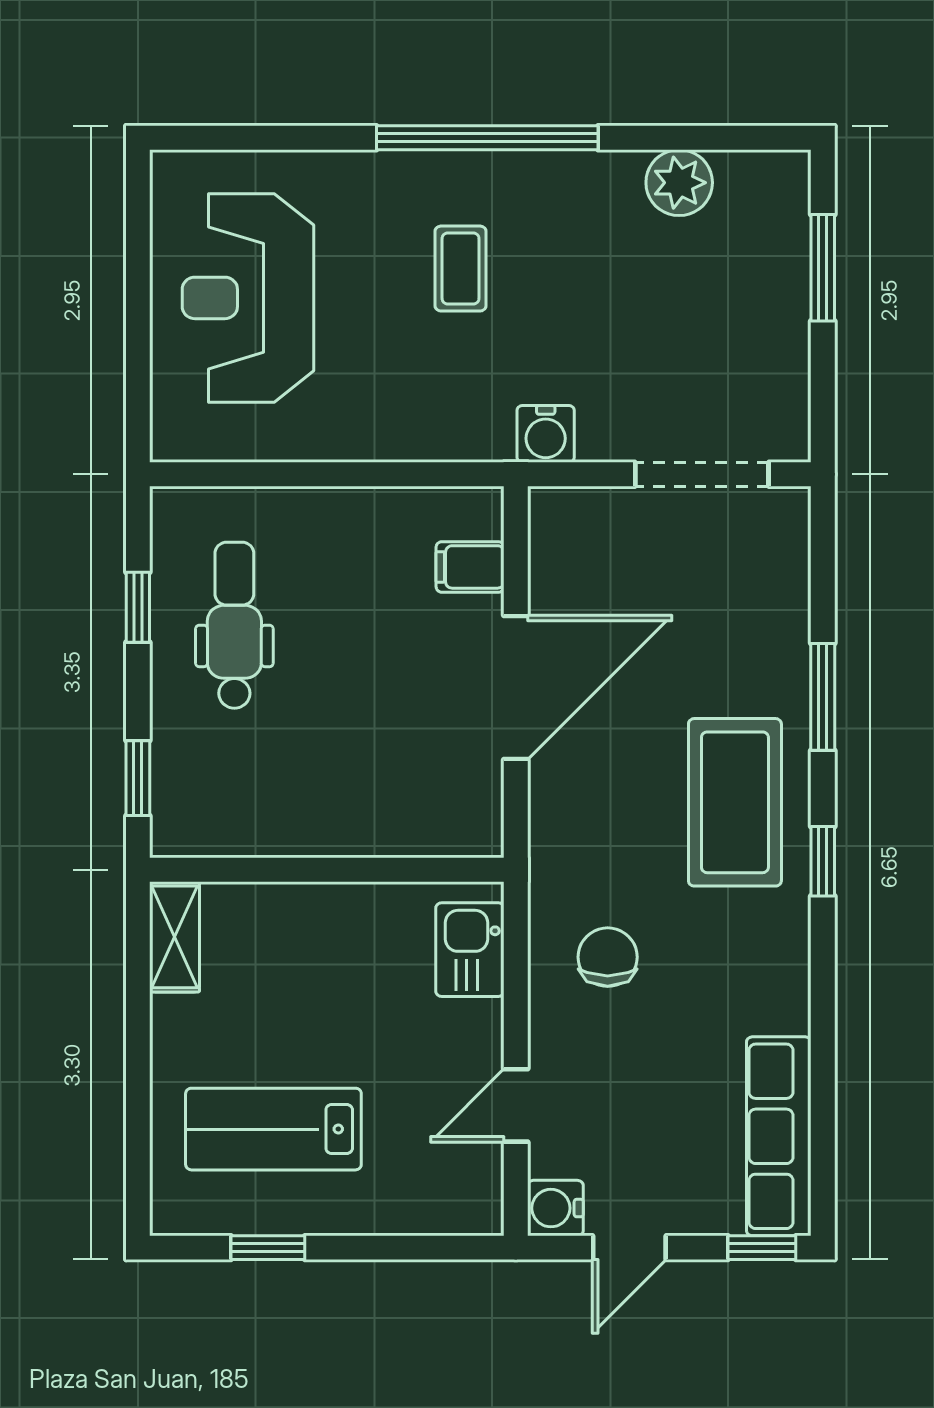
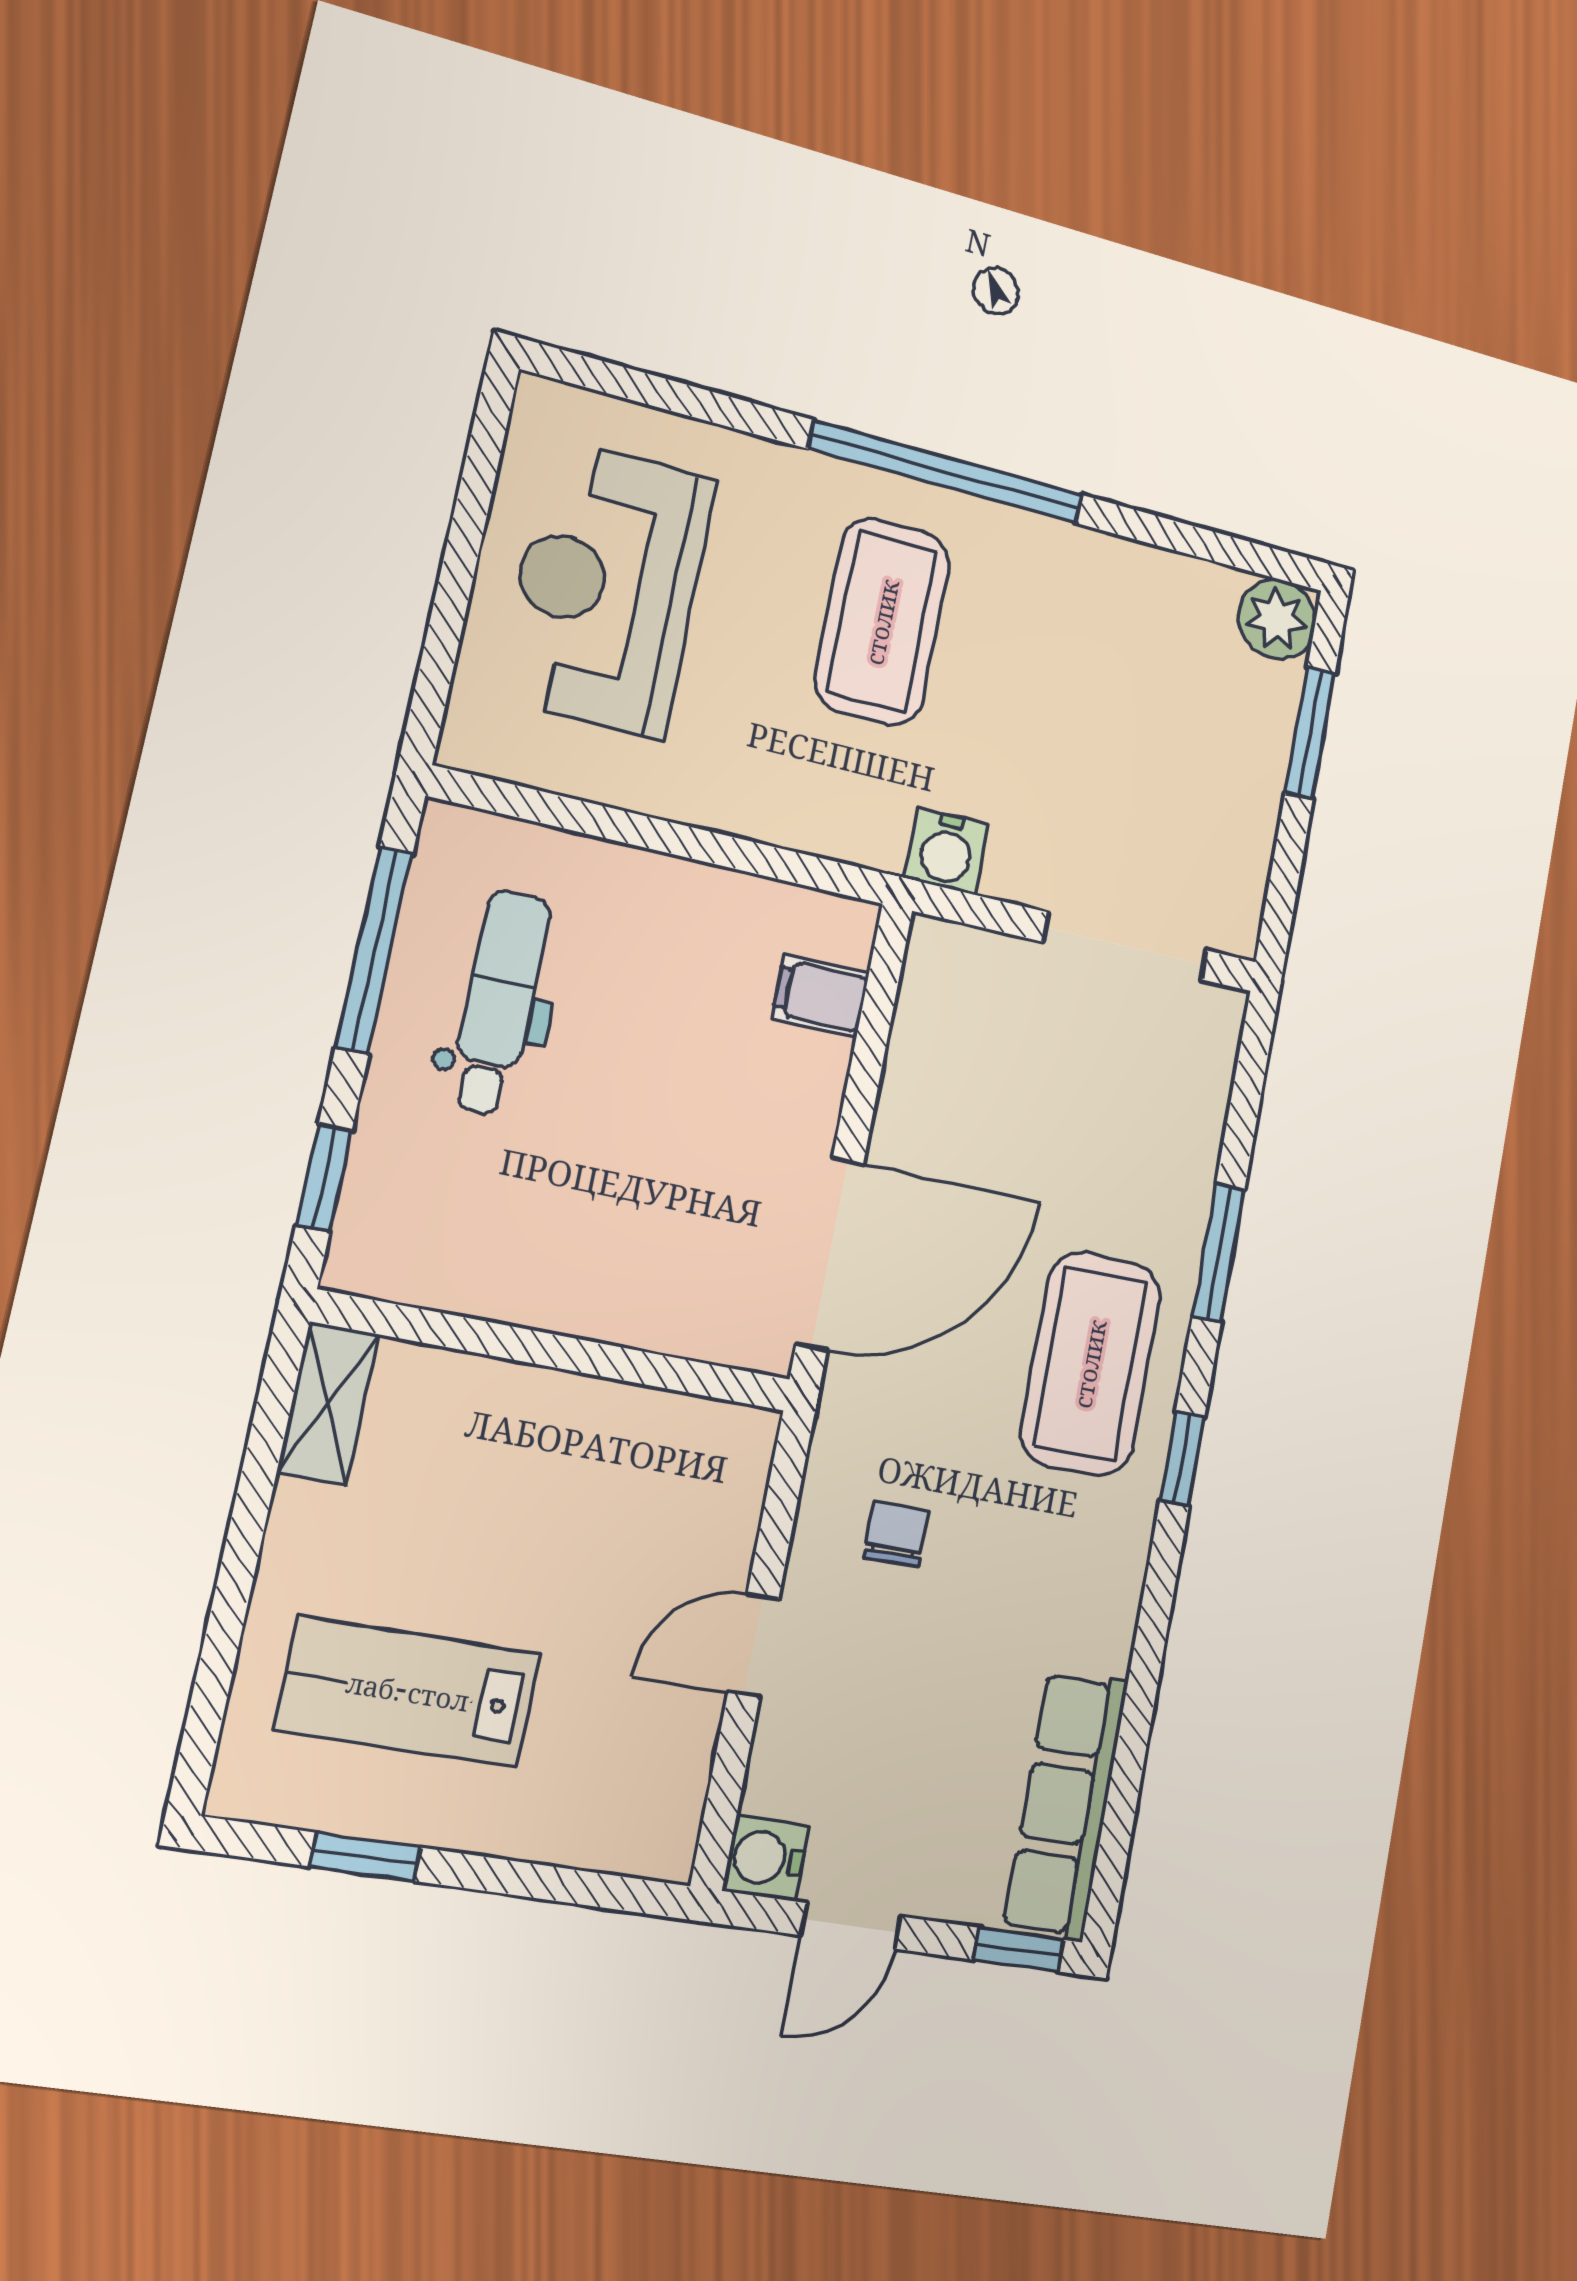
plant: (679, 183) -> (1277, 619), moved
coffee table: (461, 269) -> (882, 622), width x1.86, depth x1.72
window: (138, 607) -> (374, 950), width x2.17
door: (516, 687) -> (830, 1254), moved
kitchen sink: (470, 950) -> (722, 1492), removed
chair: (608, 957) -> (896, 1534), width x0.73, depth x0.73
door: (516, 1105) -> (753, 1645), moved

